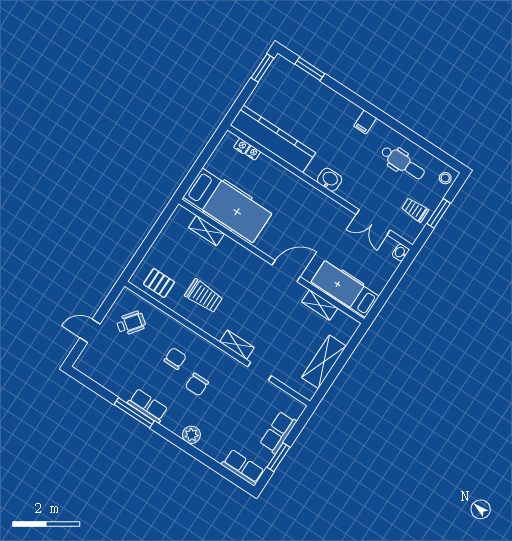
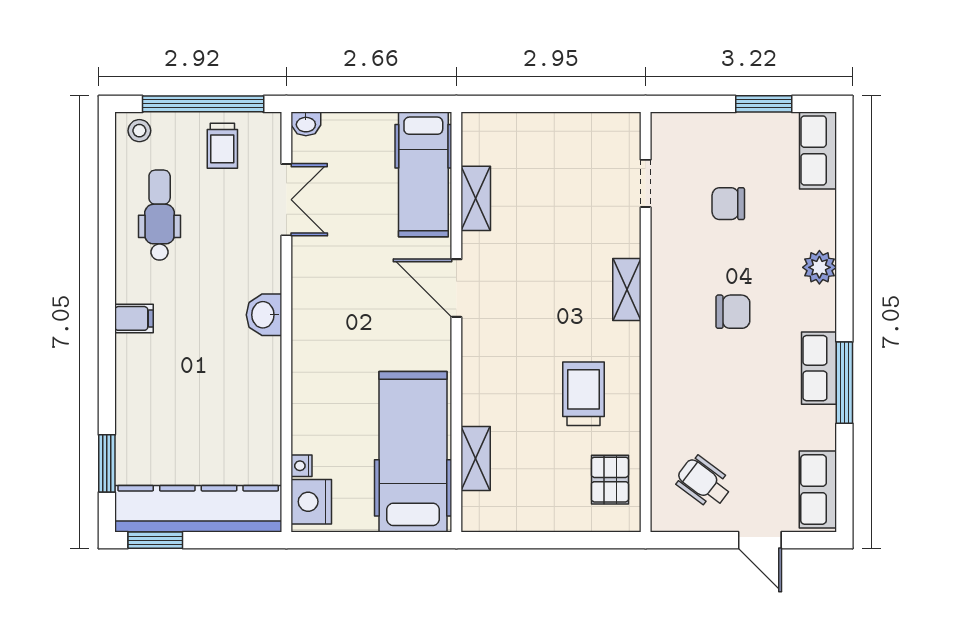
kitchen counter: (273, 139) -> (198, 509), moved, turned 90
nightstand: (242, 146) -> (311, 502), width x1.89, depth x1.79
window: (439, 213) -> (203, 104), width x2.11
chair: (175, 359) -> (728, 204), moved
shelving: (324, 362) -> (562, 132), removed
doorway: (260, 371) -> (646, 183), moved
row of seats: (278, 433) -> (818, 489), moved, turned 90

